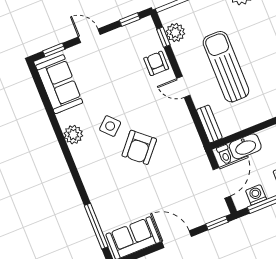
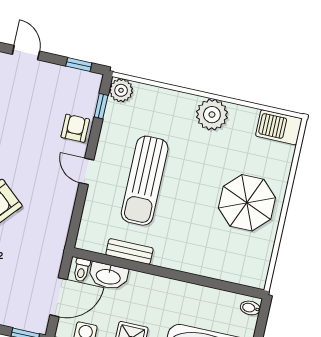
plant: (175, 32) -> (121, 90), moved
sun lounger: (226, 67) -> (145, 181), turned 180
bench: (209, 124) -> (129, 251), moved, turned 90

